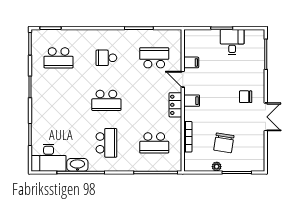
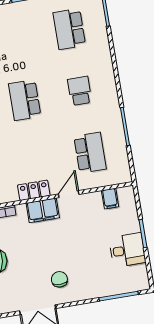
filing cabinet: (191, 62) -> (110, 199), moved
filing cabinet: (192, 101) -> (43, 210), width x2.00

